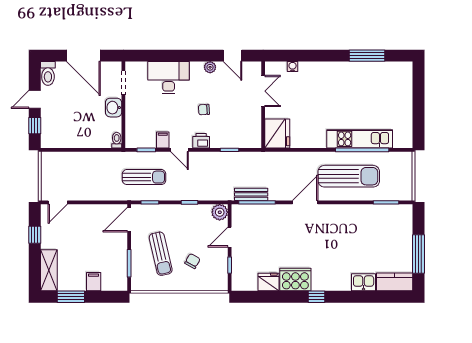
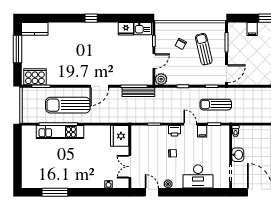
bench: (251, 194) -> (138, 92), width x1.36
cooker: (295, 279) -> (35, 77), moved, turned 180
kitchen sink: (364, 282) -> (143, 29), moved

